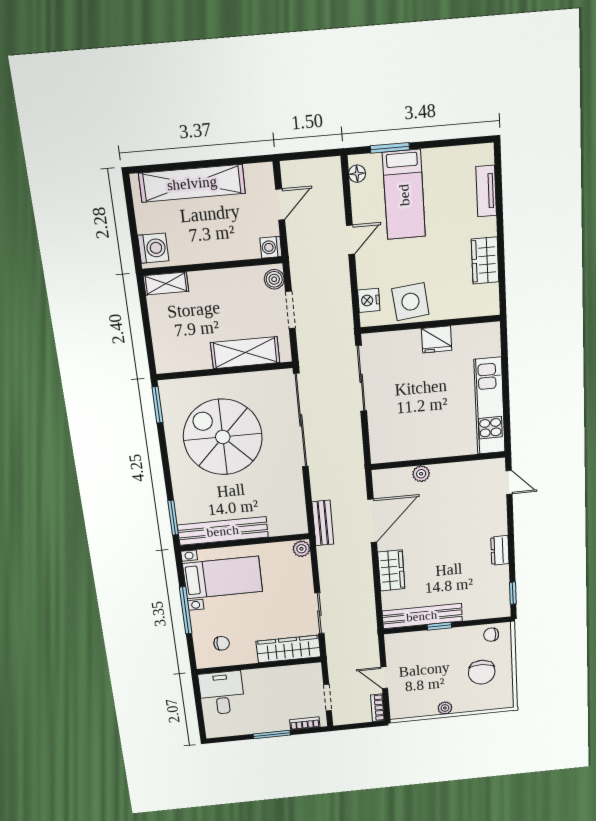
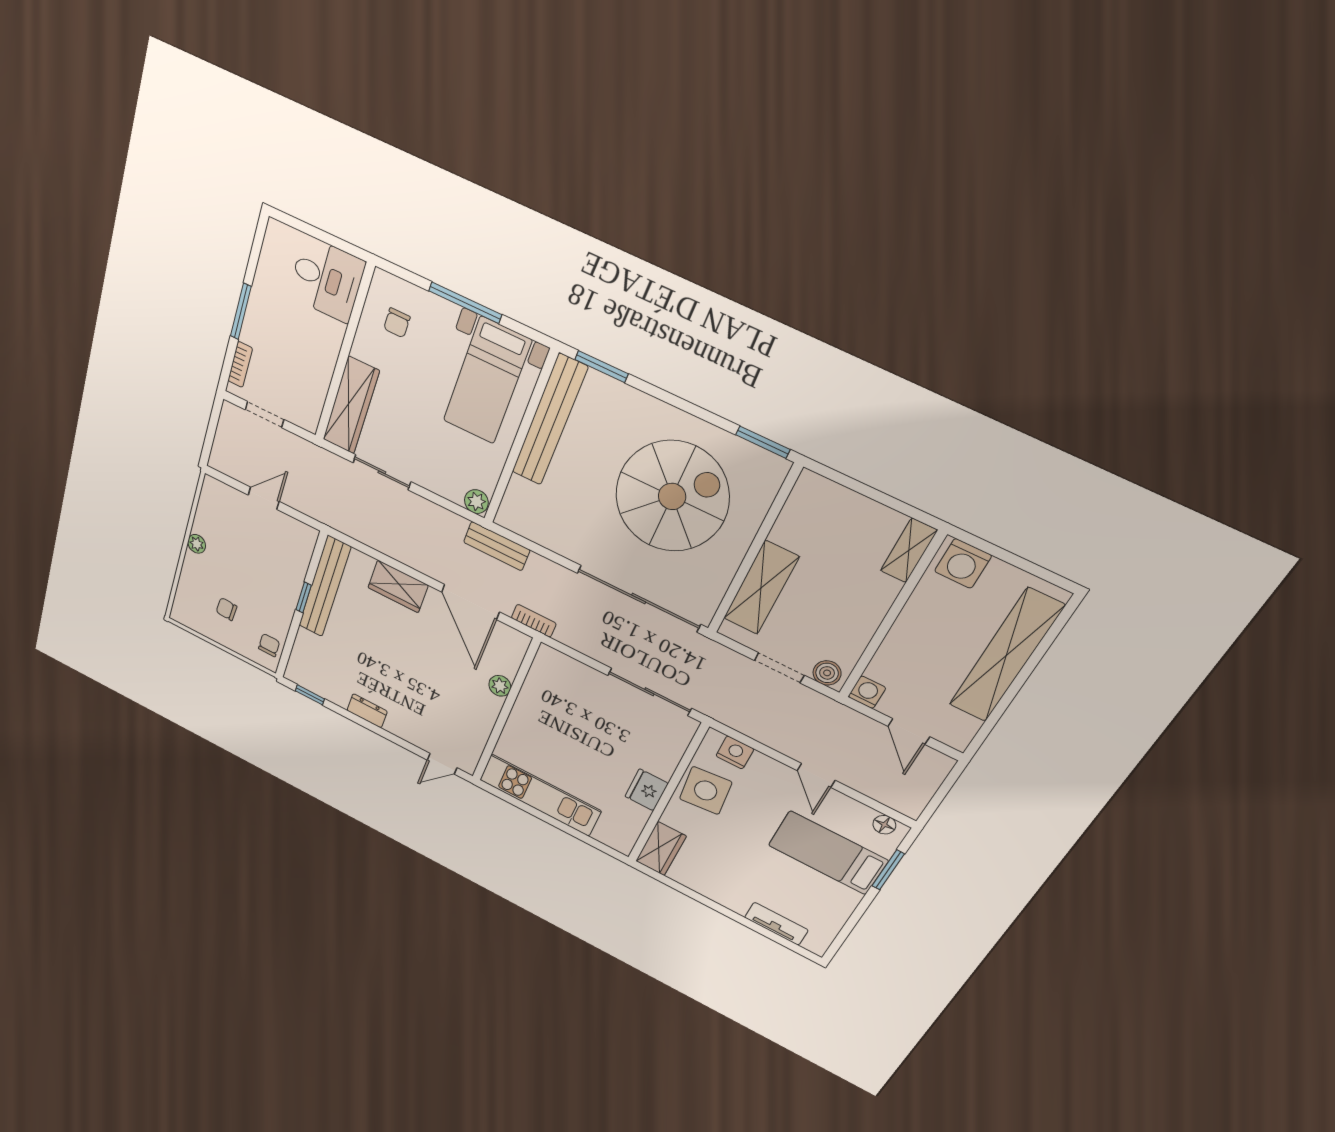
wardrobe: (485, 260) -> (661, 849), moved, turned 90
chair: (482, 672) -> (226, 609), width x0.54, depth x0.54
bookcase: (378, 708) -> (534, 621), moved

